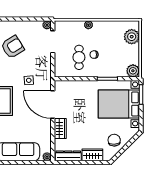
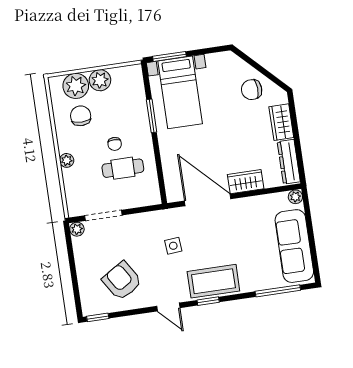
chair: (114, 37) -> (81, 116), added
plant: (133, 71) -> (100, 80), moved
bed with nightstands: (119, 104) -> (180, 92), width x0.73
door: (53, 105) -> (208, 200), swing flipped

